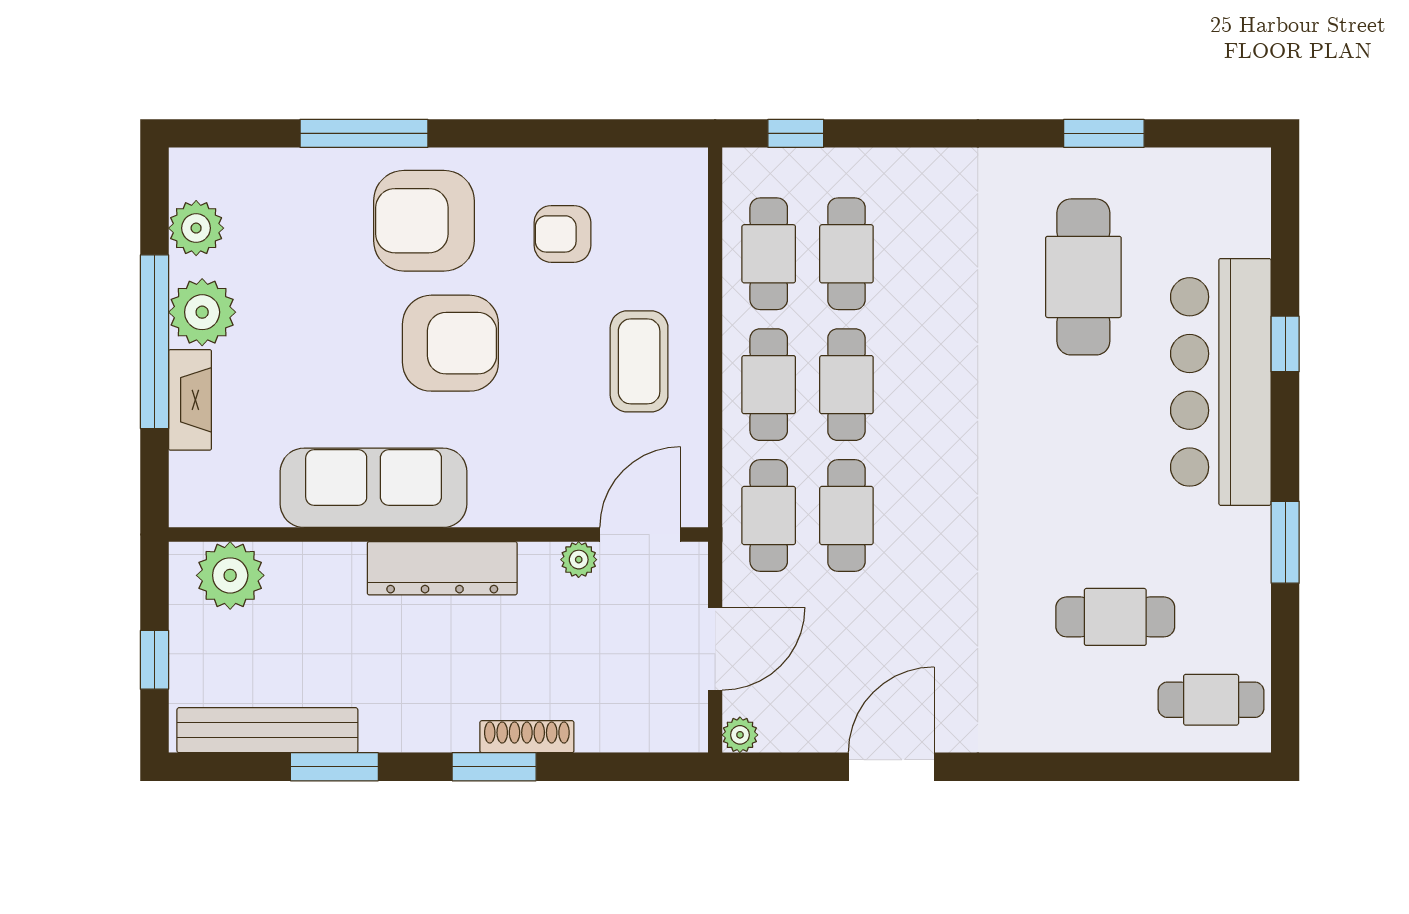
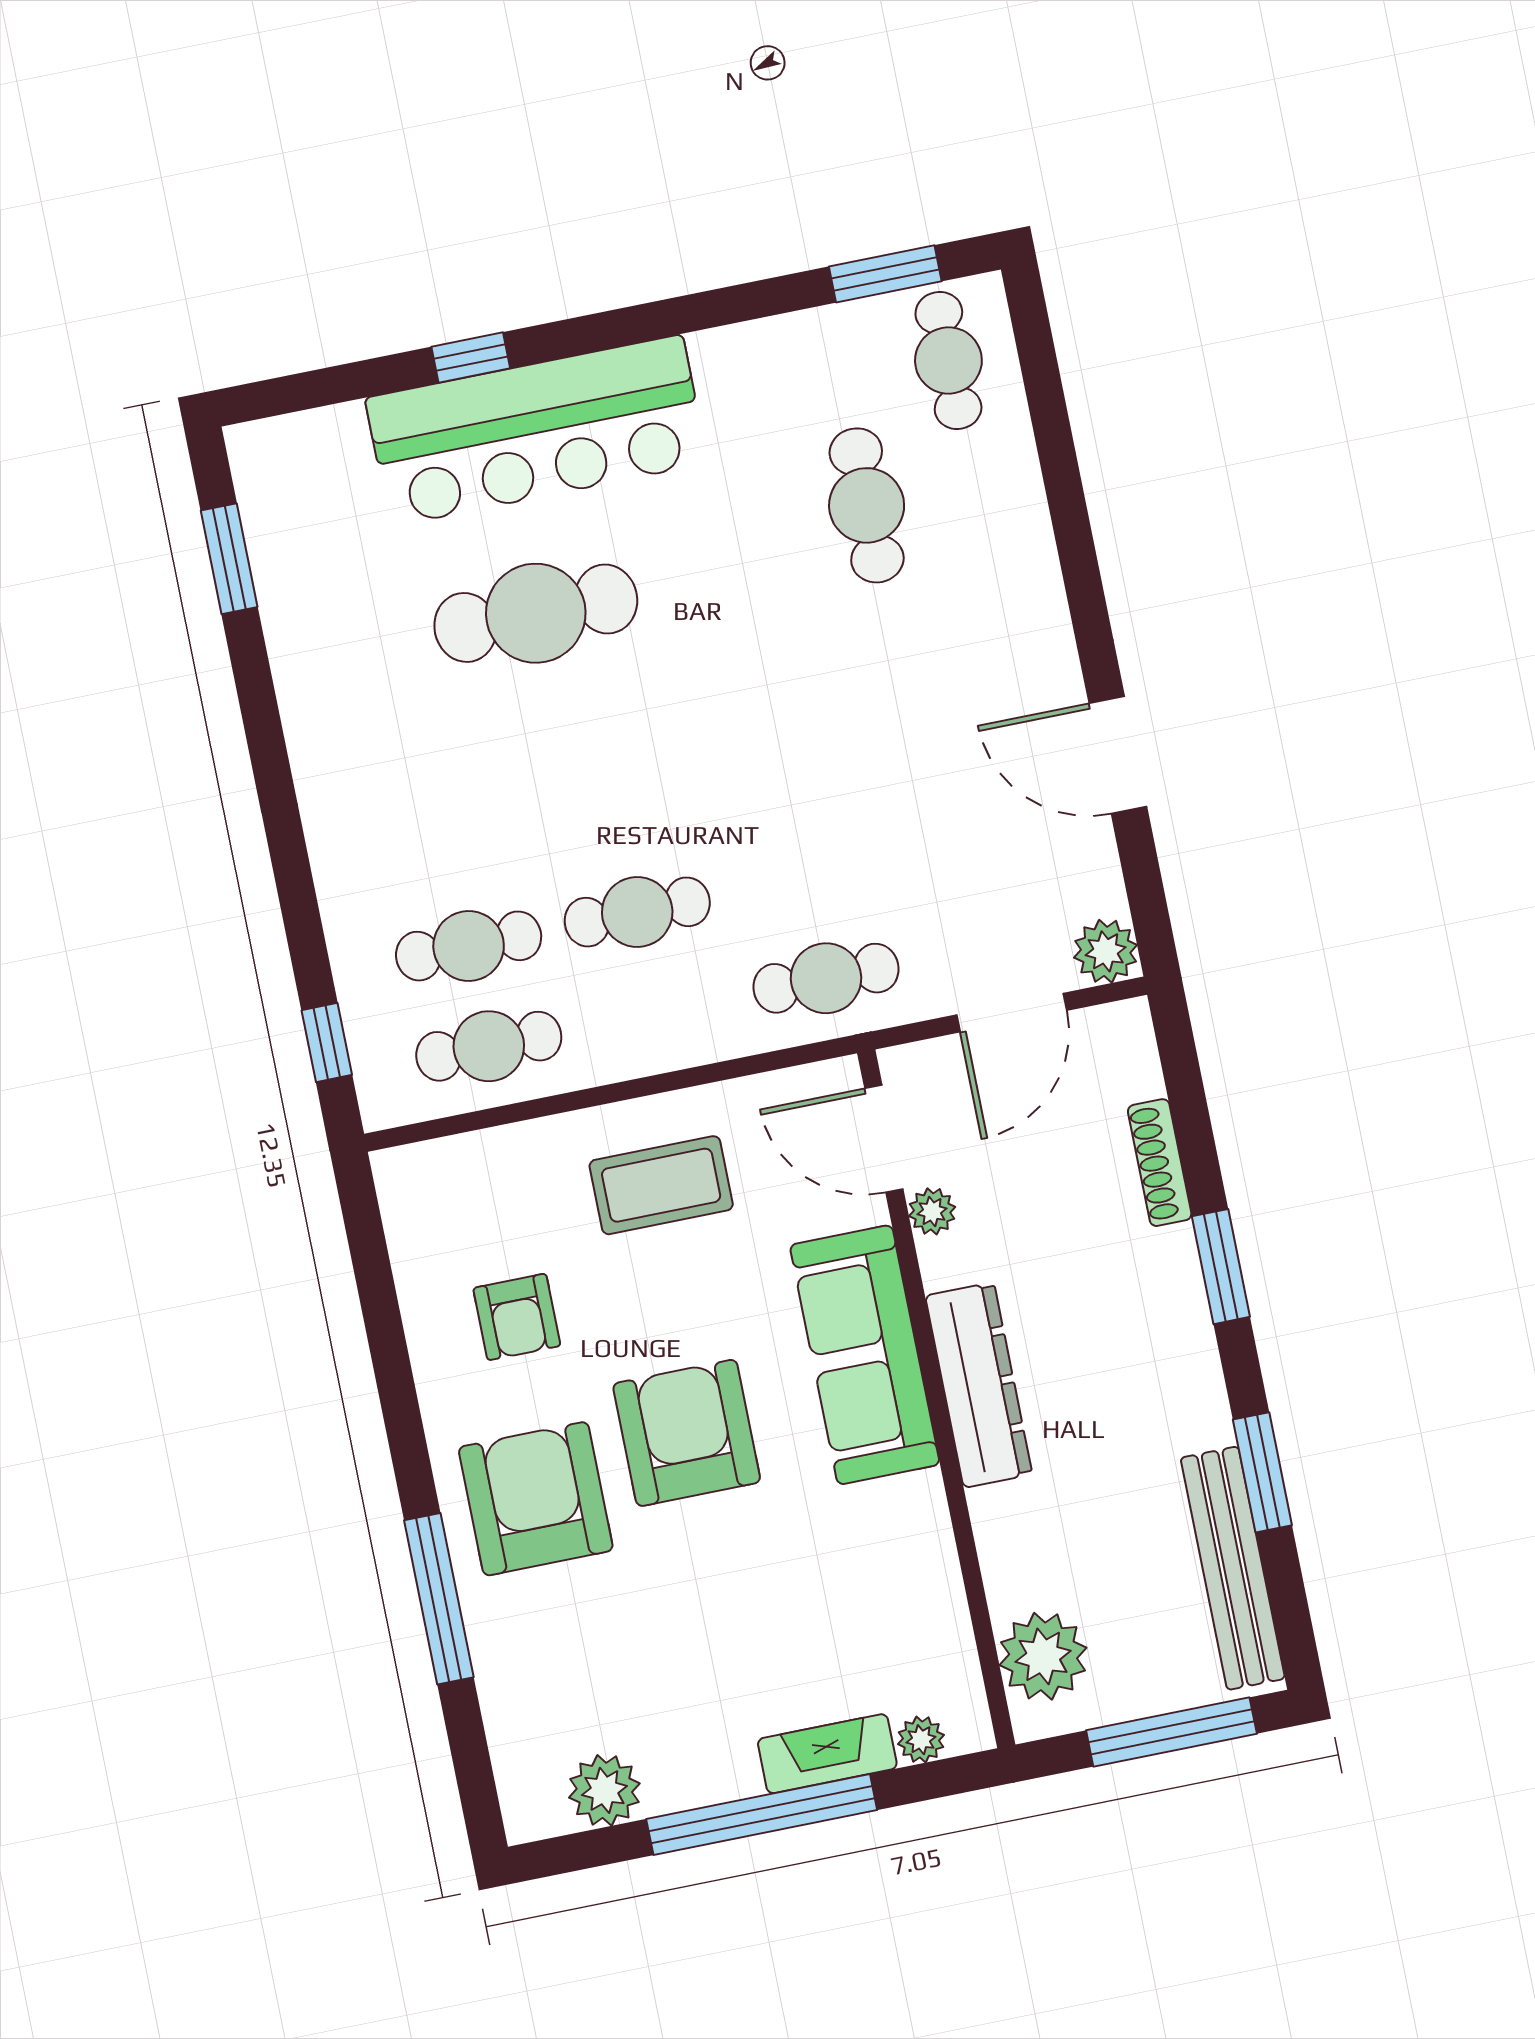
window: (1104, 133) -> (229, 559), moved
armchair: (424, 221) -> (536, 1499), turned 180
cafe table: (1083, 277) -> (536, 613), moved
plant: (202, 312) -> (921, 1740), moved, width x0.53, depth x0.53
cafe table: (769, 385) -> (657, 1012), removed
sofa: (374, 488) -> (865, 1355), moved
cafe table: (846, 515) -> (806, 878), removed
window: (1285, 542) -> (885, 274), moved
door: (715, 649) -> (1012, 1013), swing flipped
window: (154, 660) -> (1171, 1732), width x2.17
plant: (740, 735) -> (1106, 951), width x1.38, depth x1.38
shoe rack: (527, 737) -> (1160, 1163), moved

